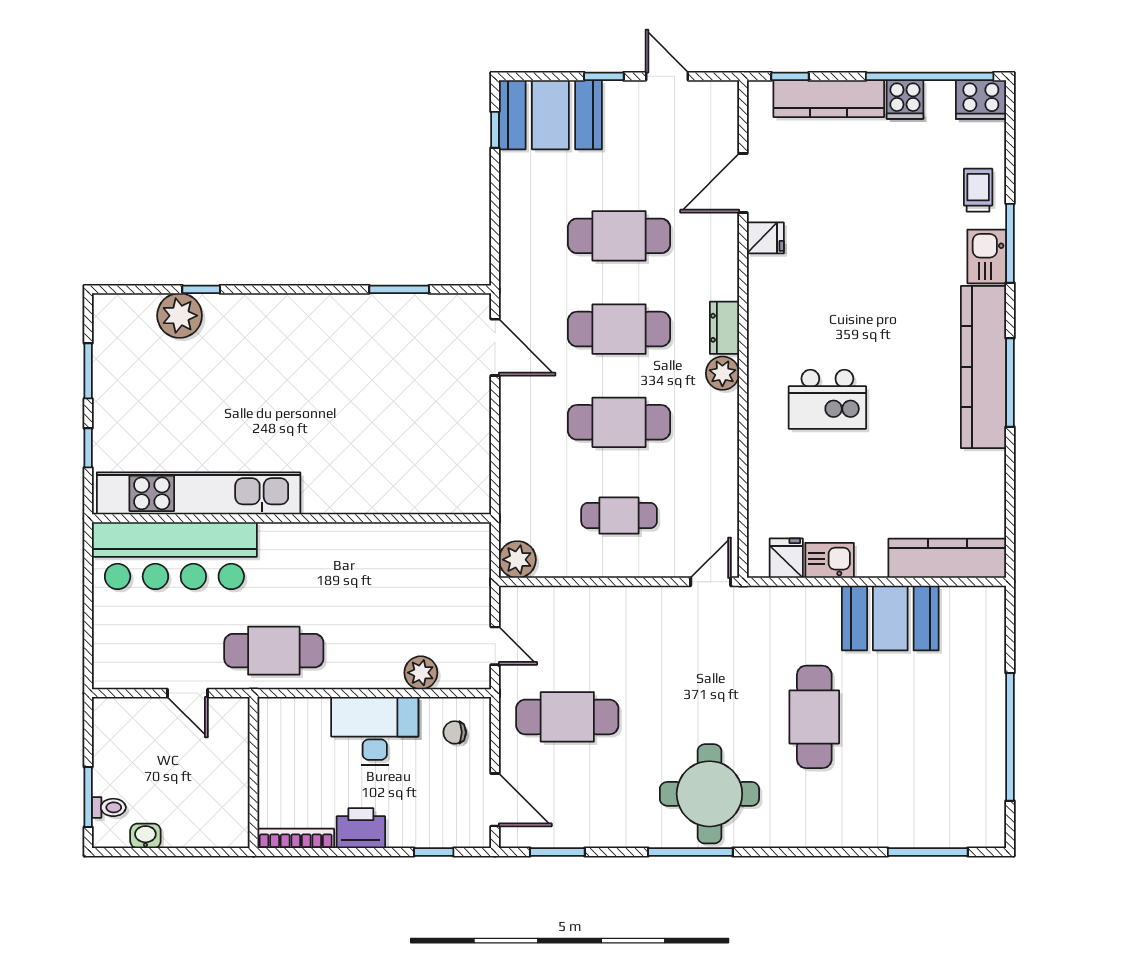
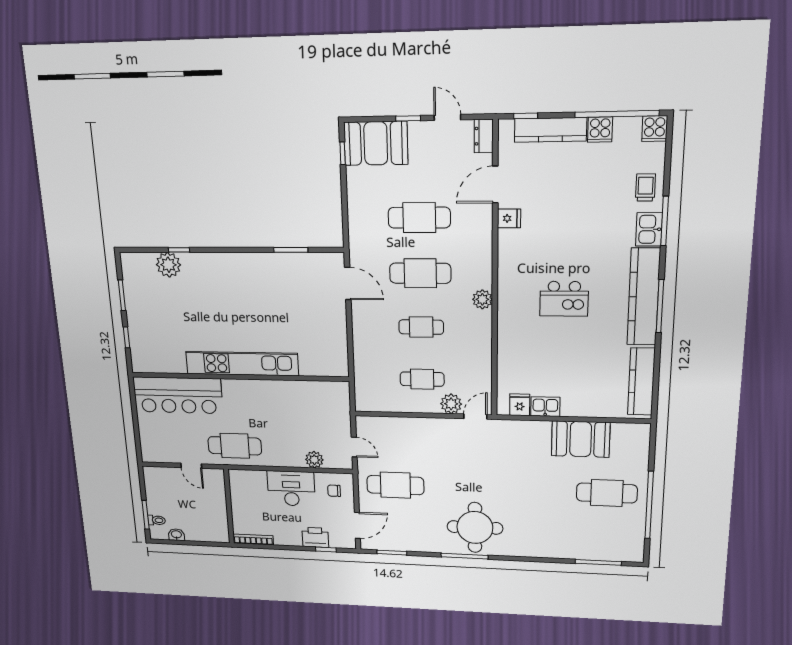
cooker: (981, 100) -> (655, 129), width x0.73
dresser: (724, 328) -> (484, 136), moved
kitchen island: (827, 399) -> (564, 299), moved
cafe table: (619, 422) -> (421, 327), width x0.73, depth x0.74
kitchen unit: (199, 493) -> (242, 364), moved
kitchen counter: (947, 558) -> (641, 382), moved, turned -90
plant: (517, 560) -> (451, 404), moved
cafe table: (814, 717) -> (607, 493), moved, turned 90
door: (495, 800) -> (357, 525), hinge flipped
printer: (361, 828) -> (315, 537), moved

